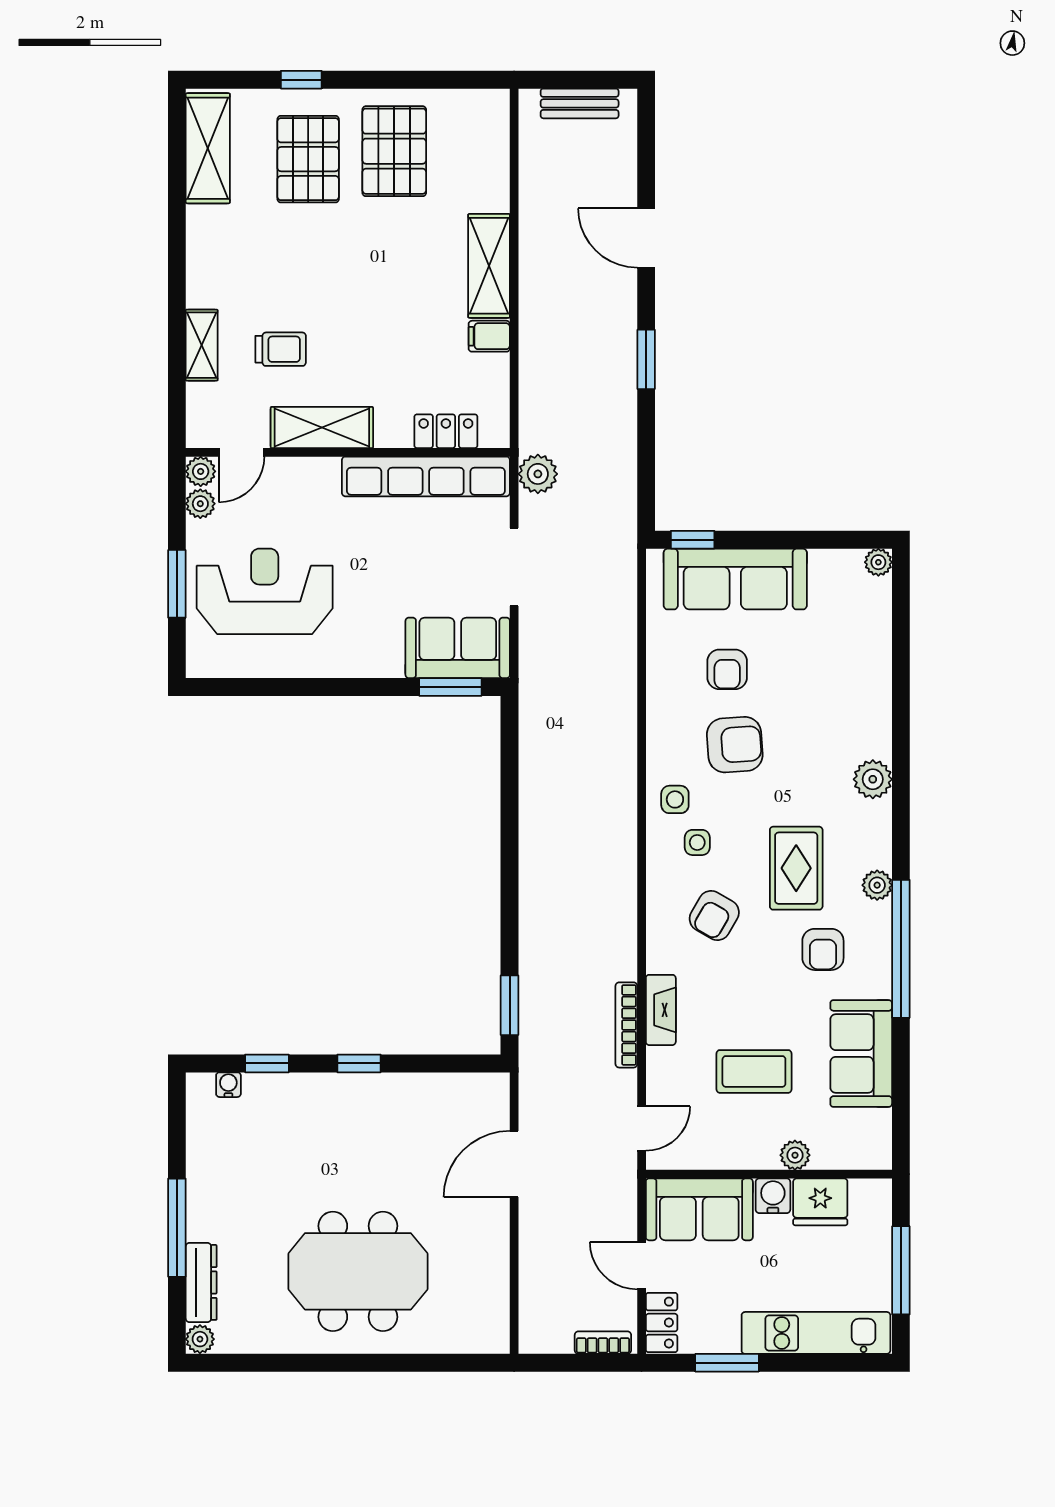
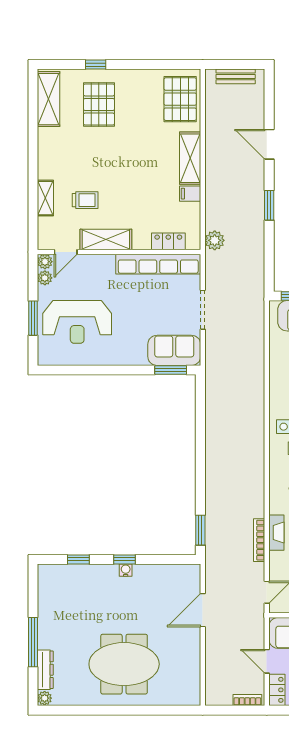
pallet: (394, 151) -> (180, 99), moved
plant: (538, 474) -> (215, 240), moved
reception desk: (265, 591) -> (77, 322), turned 180
water cooler: (228, 1085) -> (126, 570), moved

